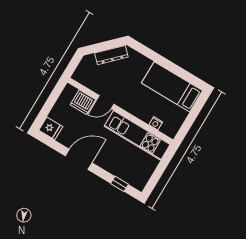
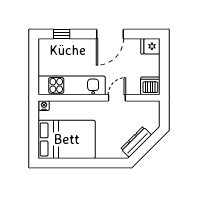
bed: (172, 87) -> (67, 139), width x1.50
dishwasher: (83, 102) -> (150, 86), moved
nightstand: (156, 123) -> (44, 106), moved

